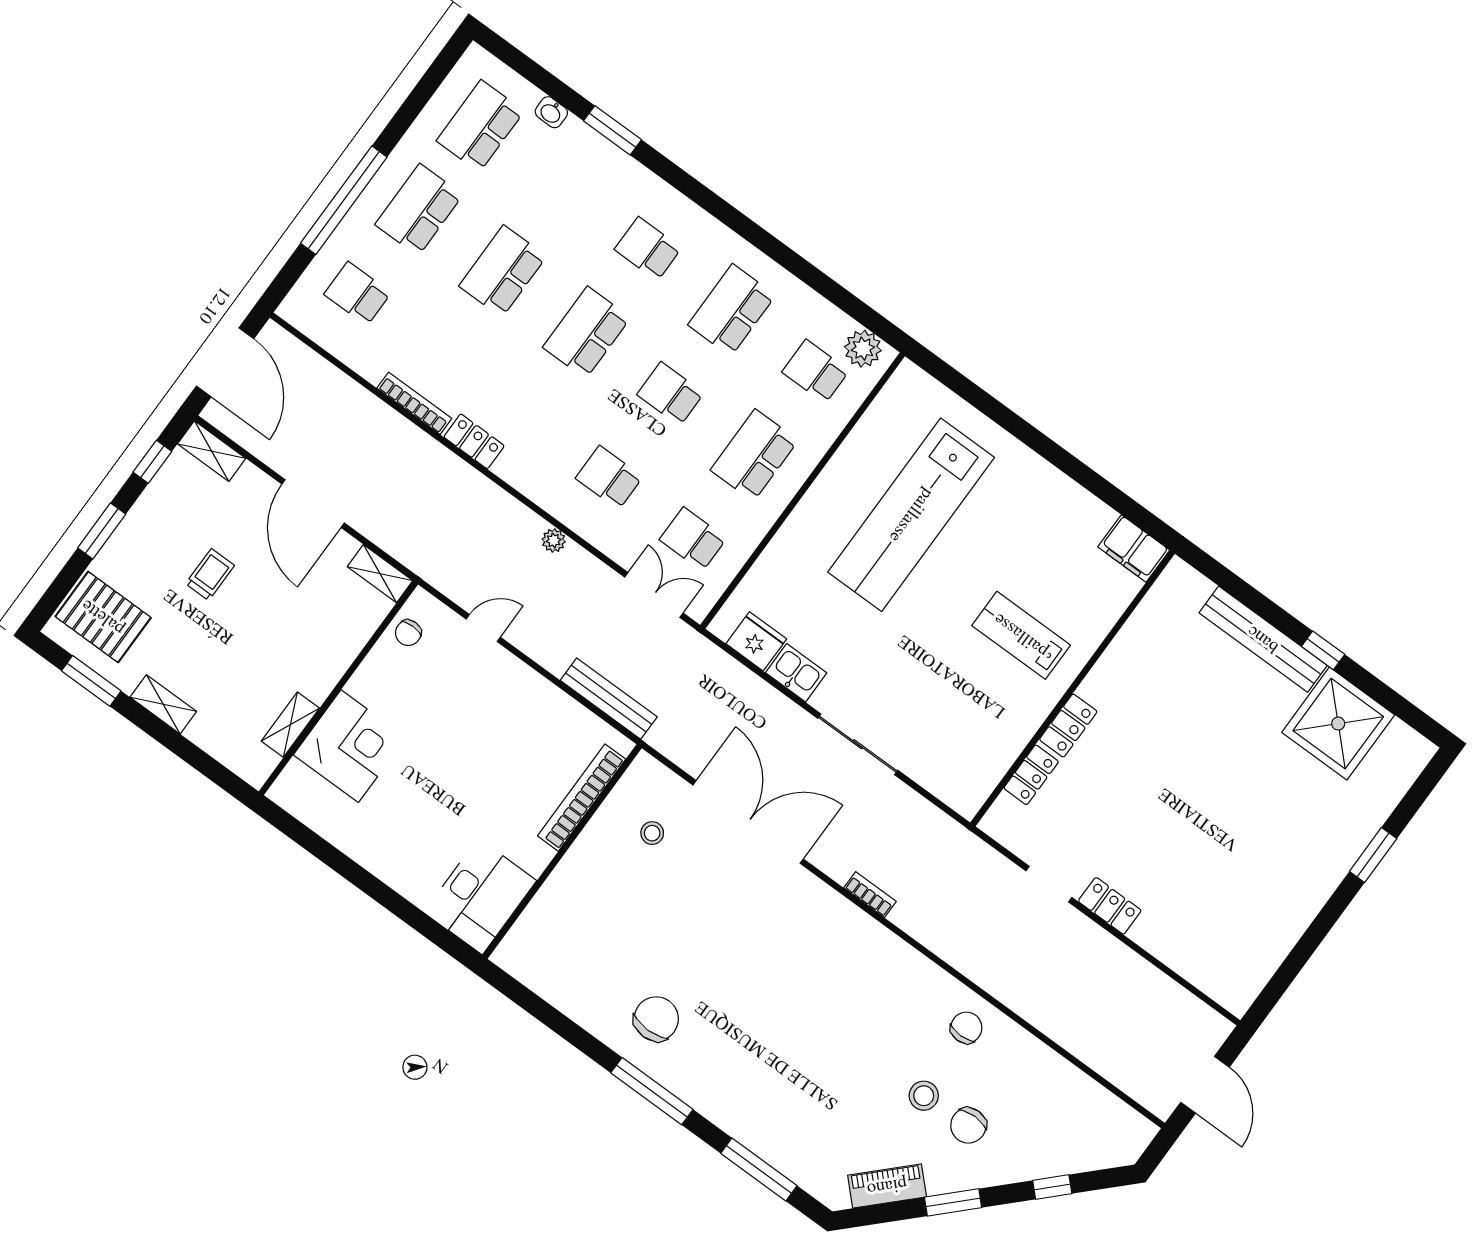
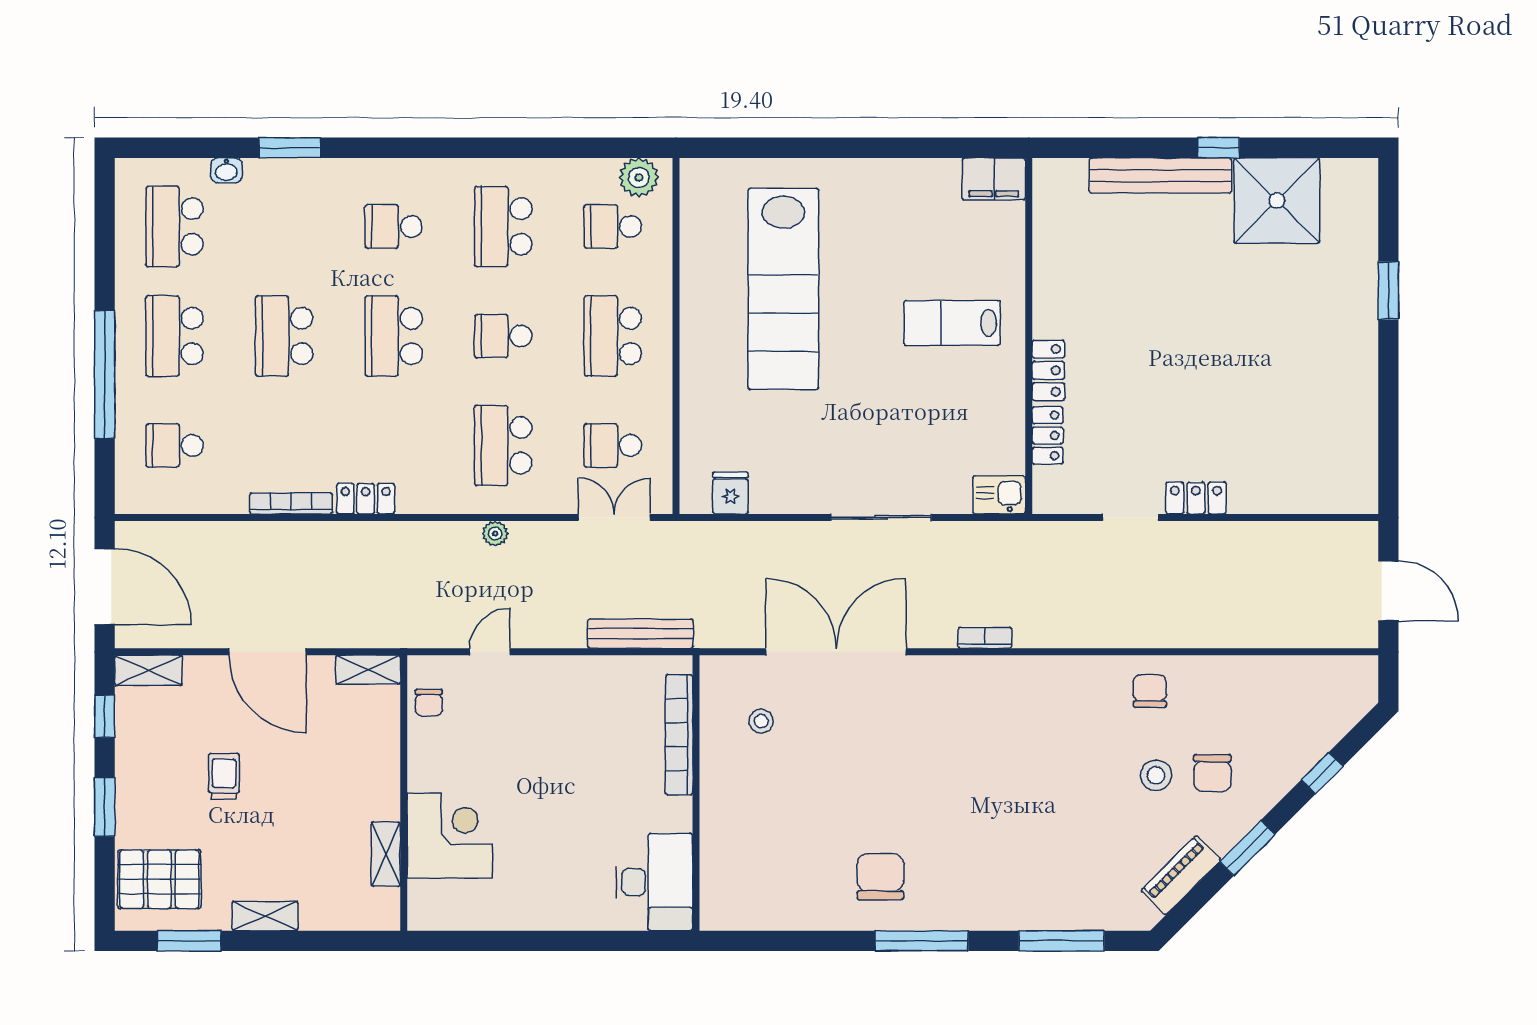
school desk: (609, 478) -> (503, 445), width x1.85
fridge: (756, 641) -> (730, 493), width x0.72
kitchen sink: (796, 673) -> (999, 495), moved

